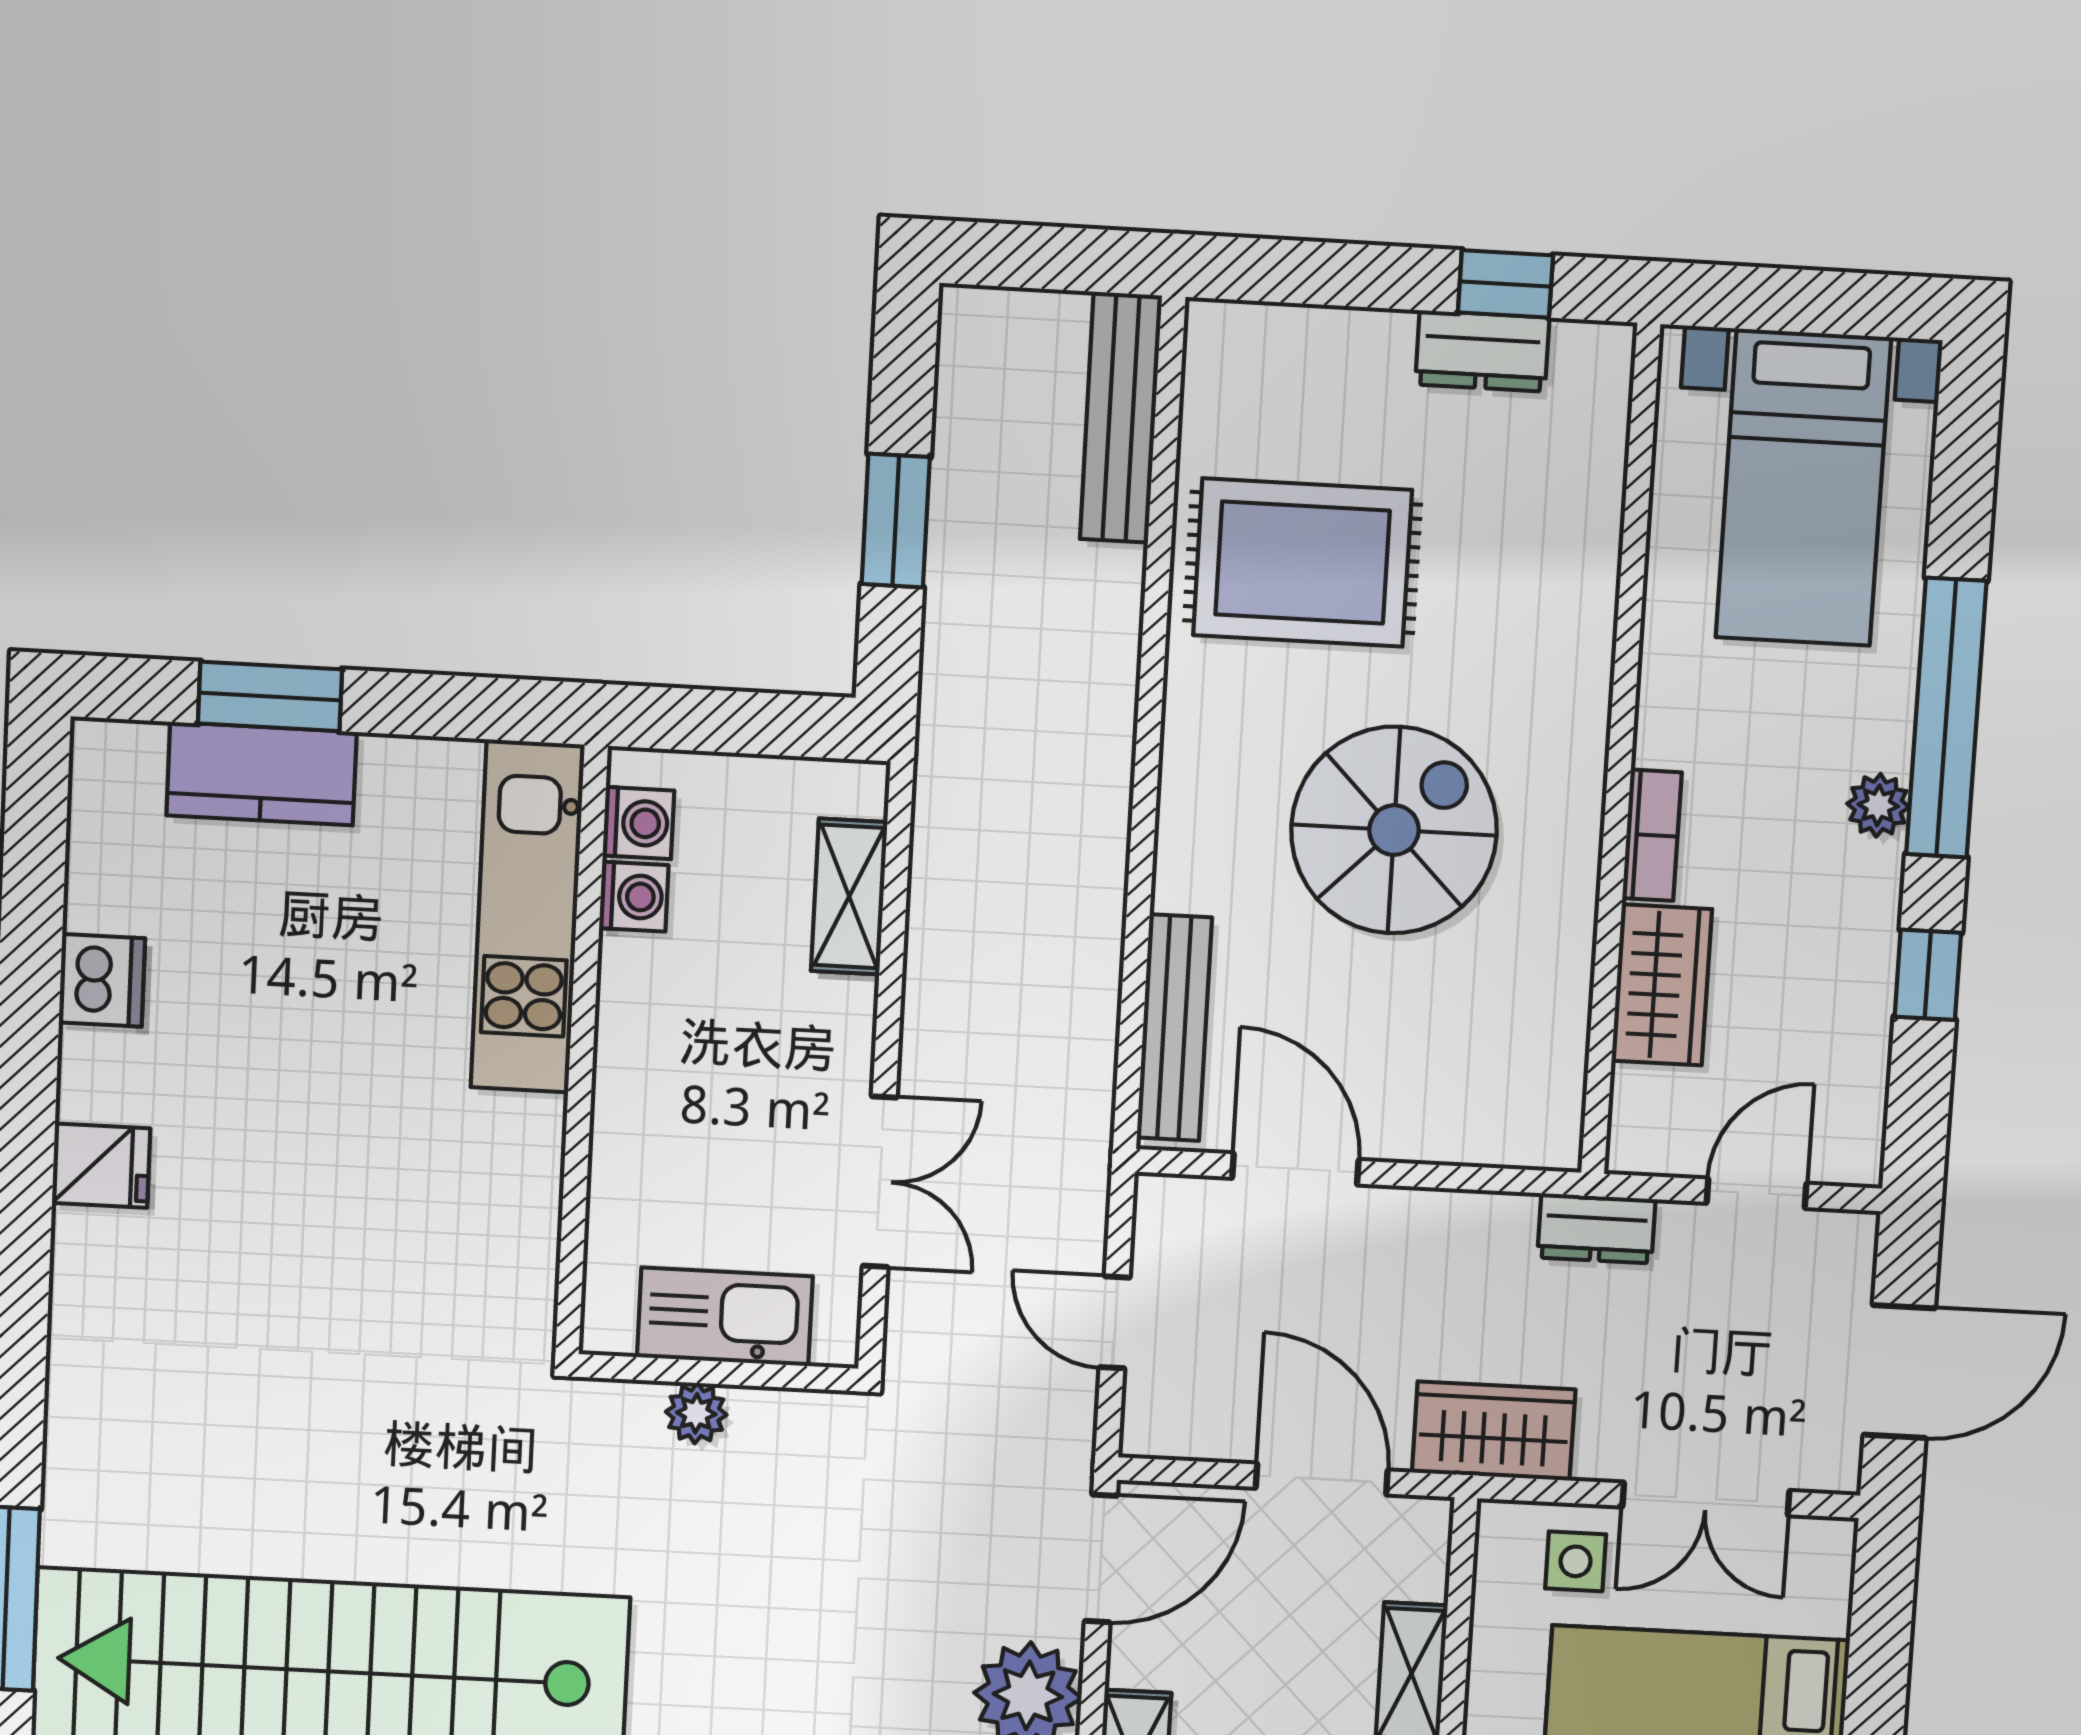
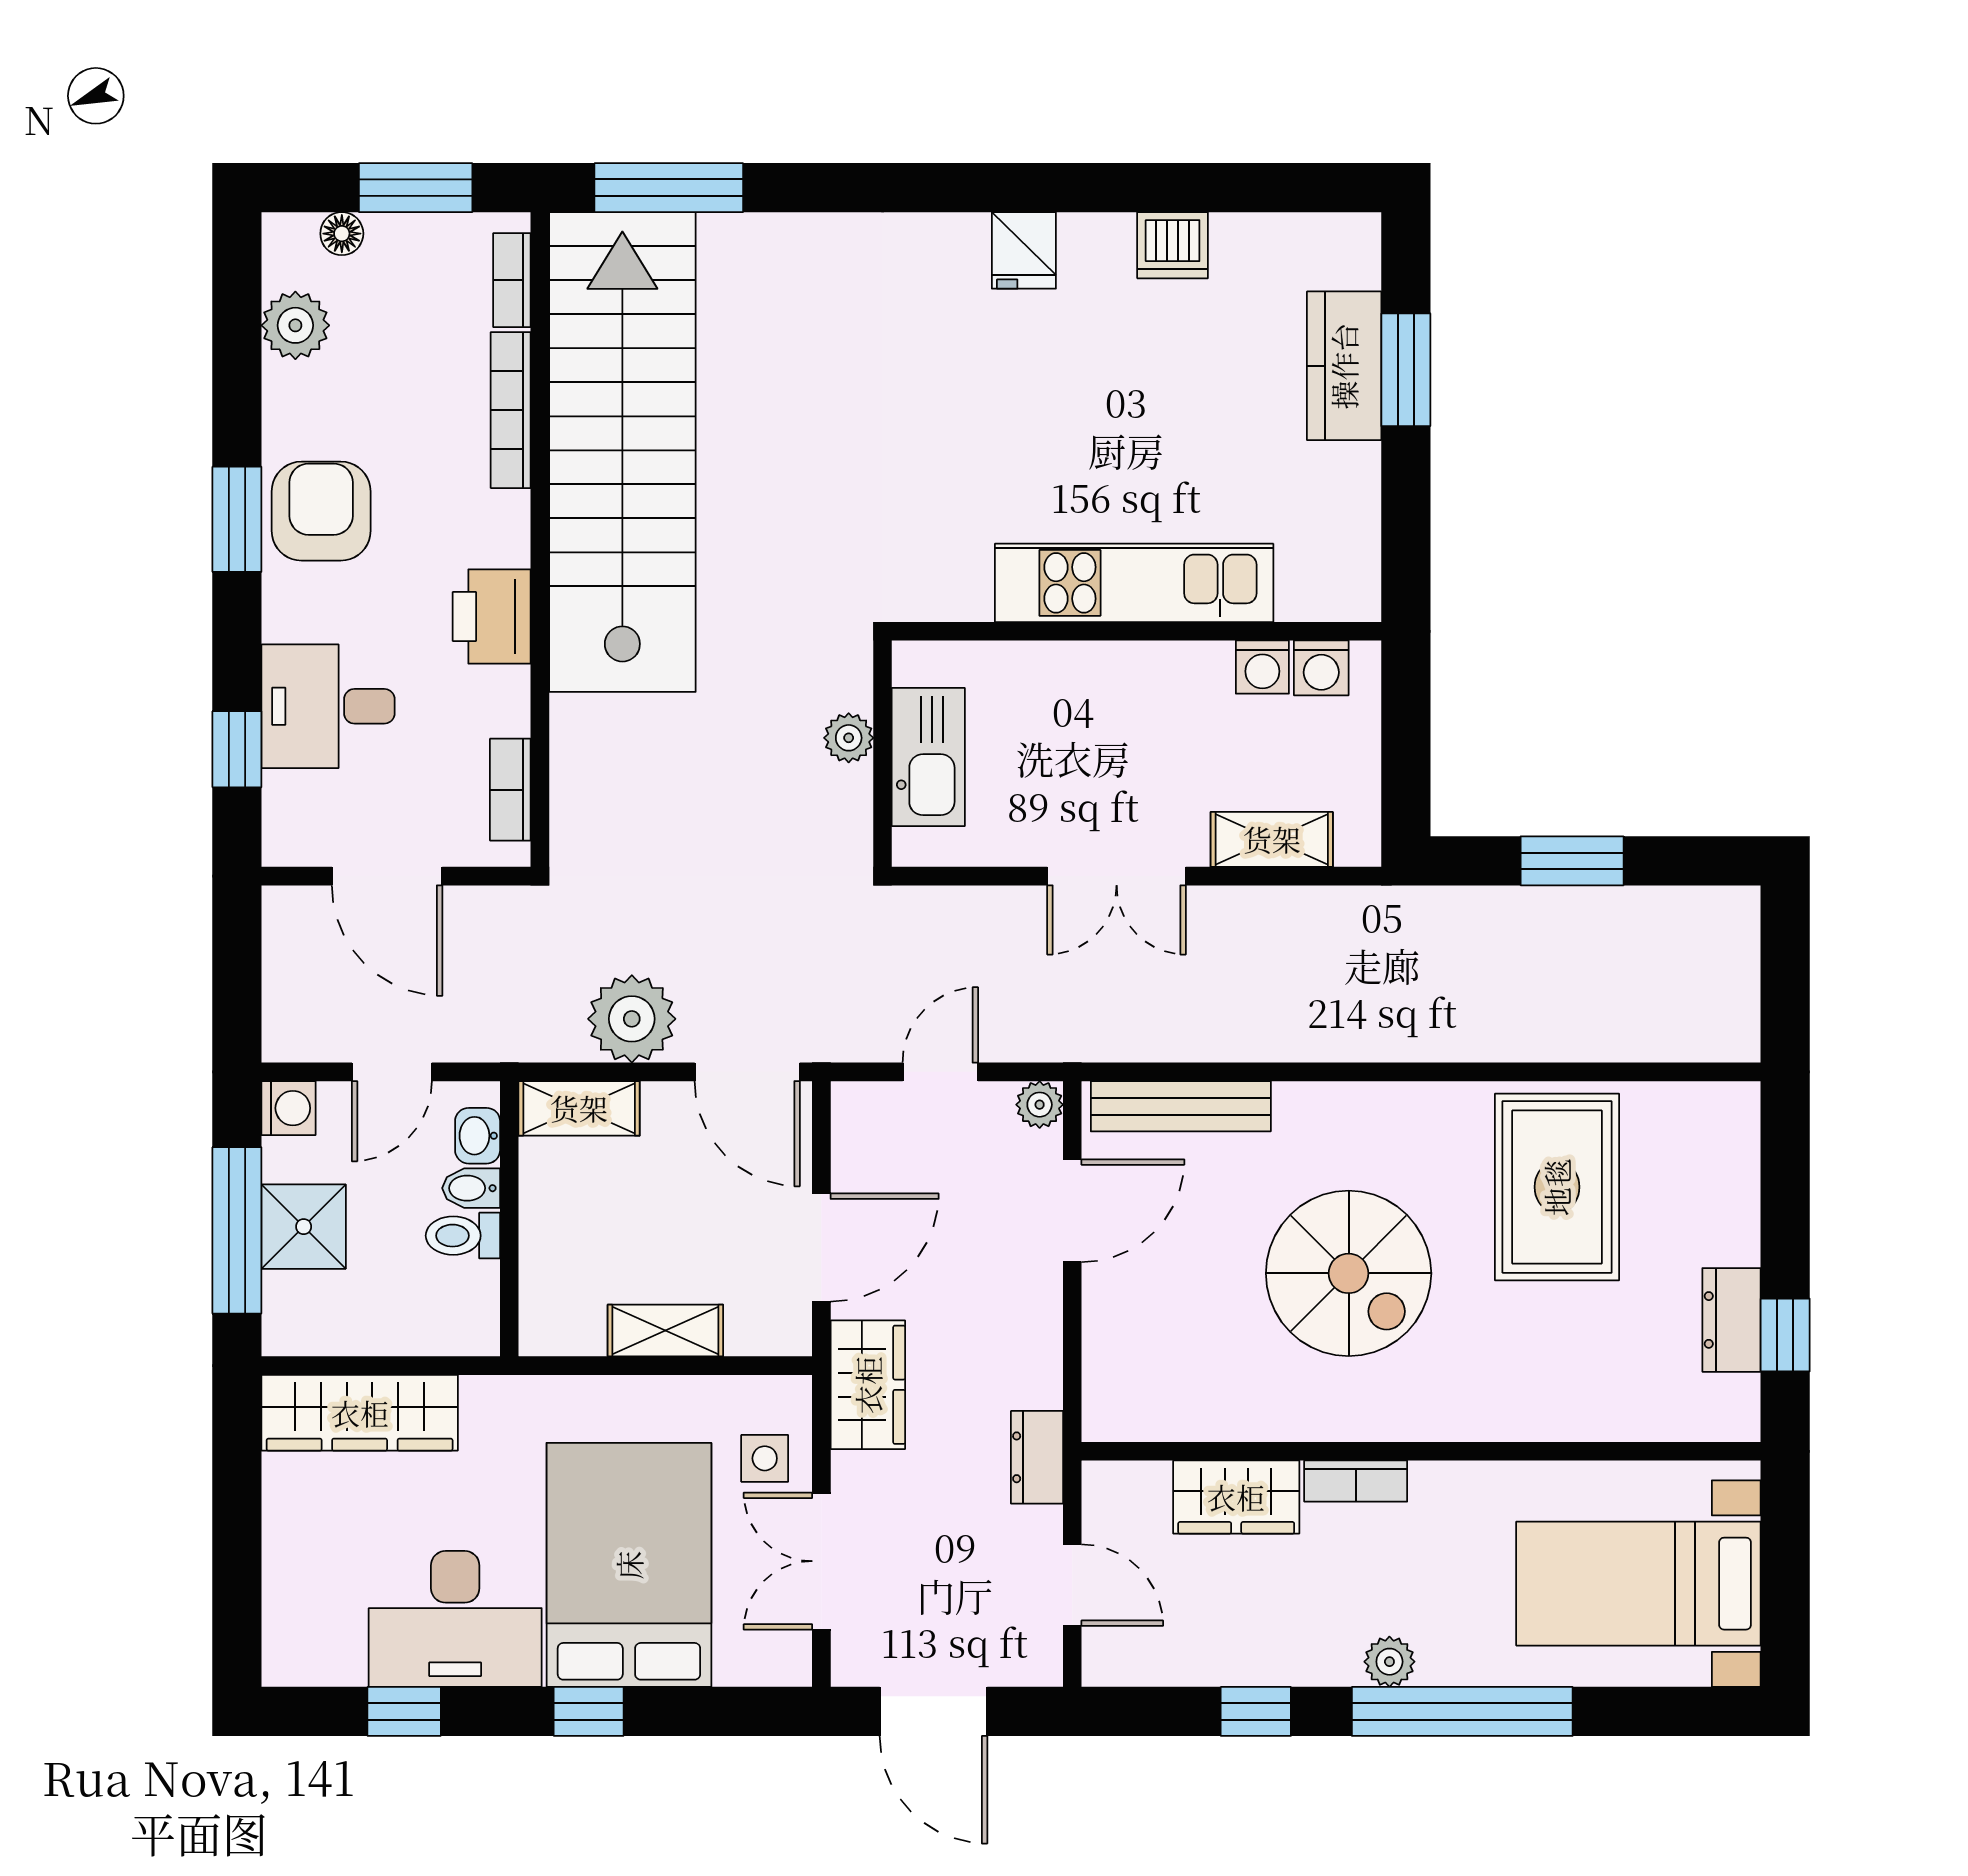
bench: (1121, 417) -> (1663, 1035), removed
kitchen unit: (528, 916) -> (1134, 583), moved
double door: (880, 1182) -> (1117, 876), moved
plant: (1162, 1202) -> (1040, 1105), added

